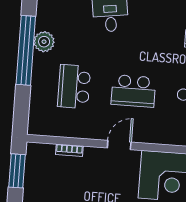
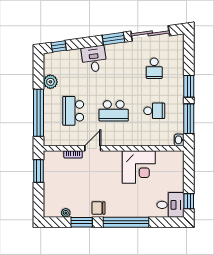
window: (26, 50) -> (39, 113), moved
door: (119, 145) -> (93, 148), moved

